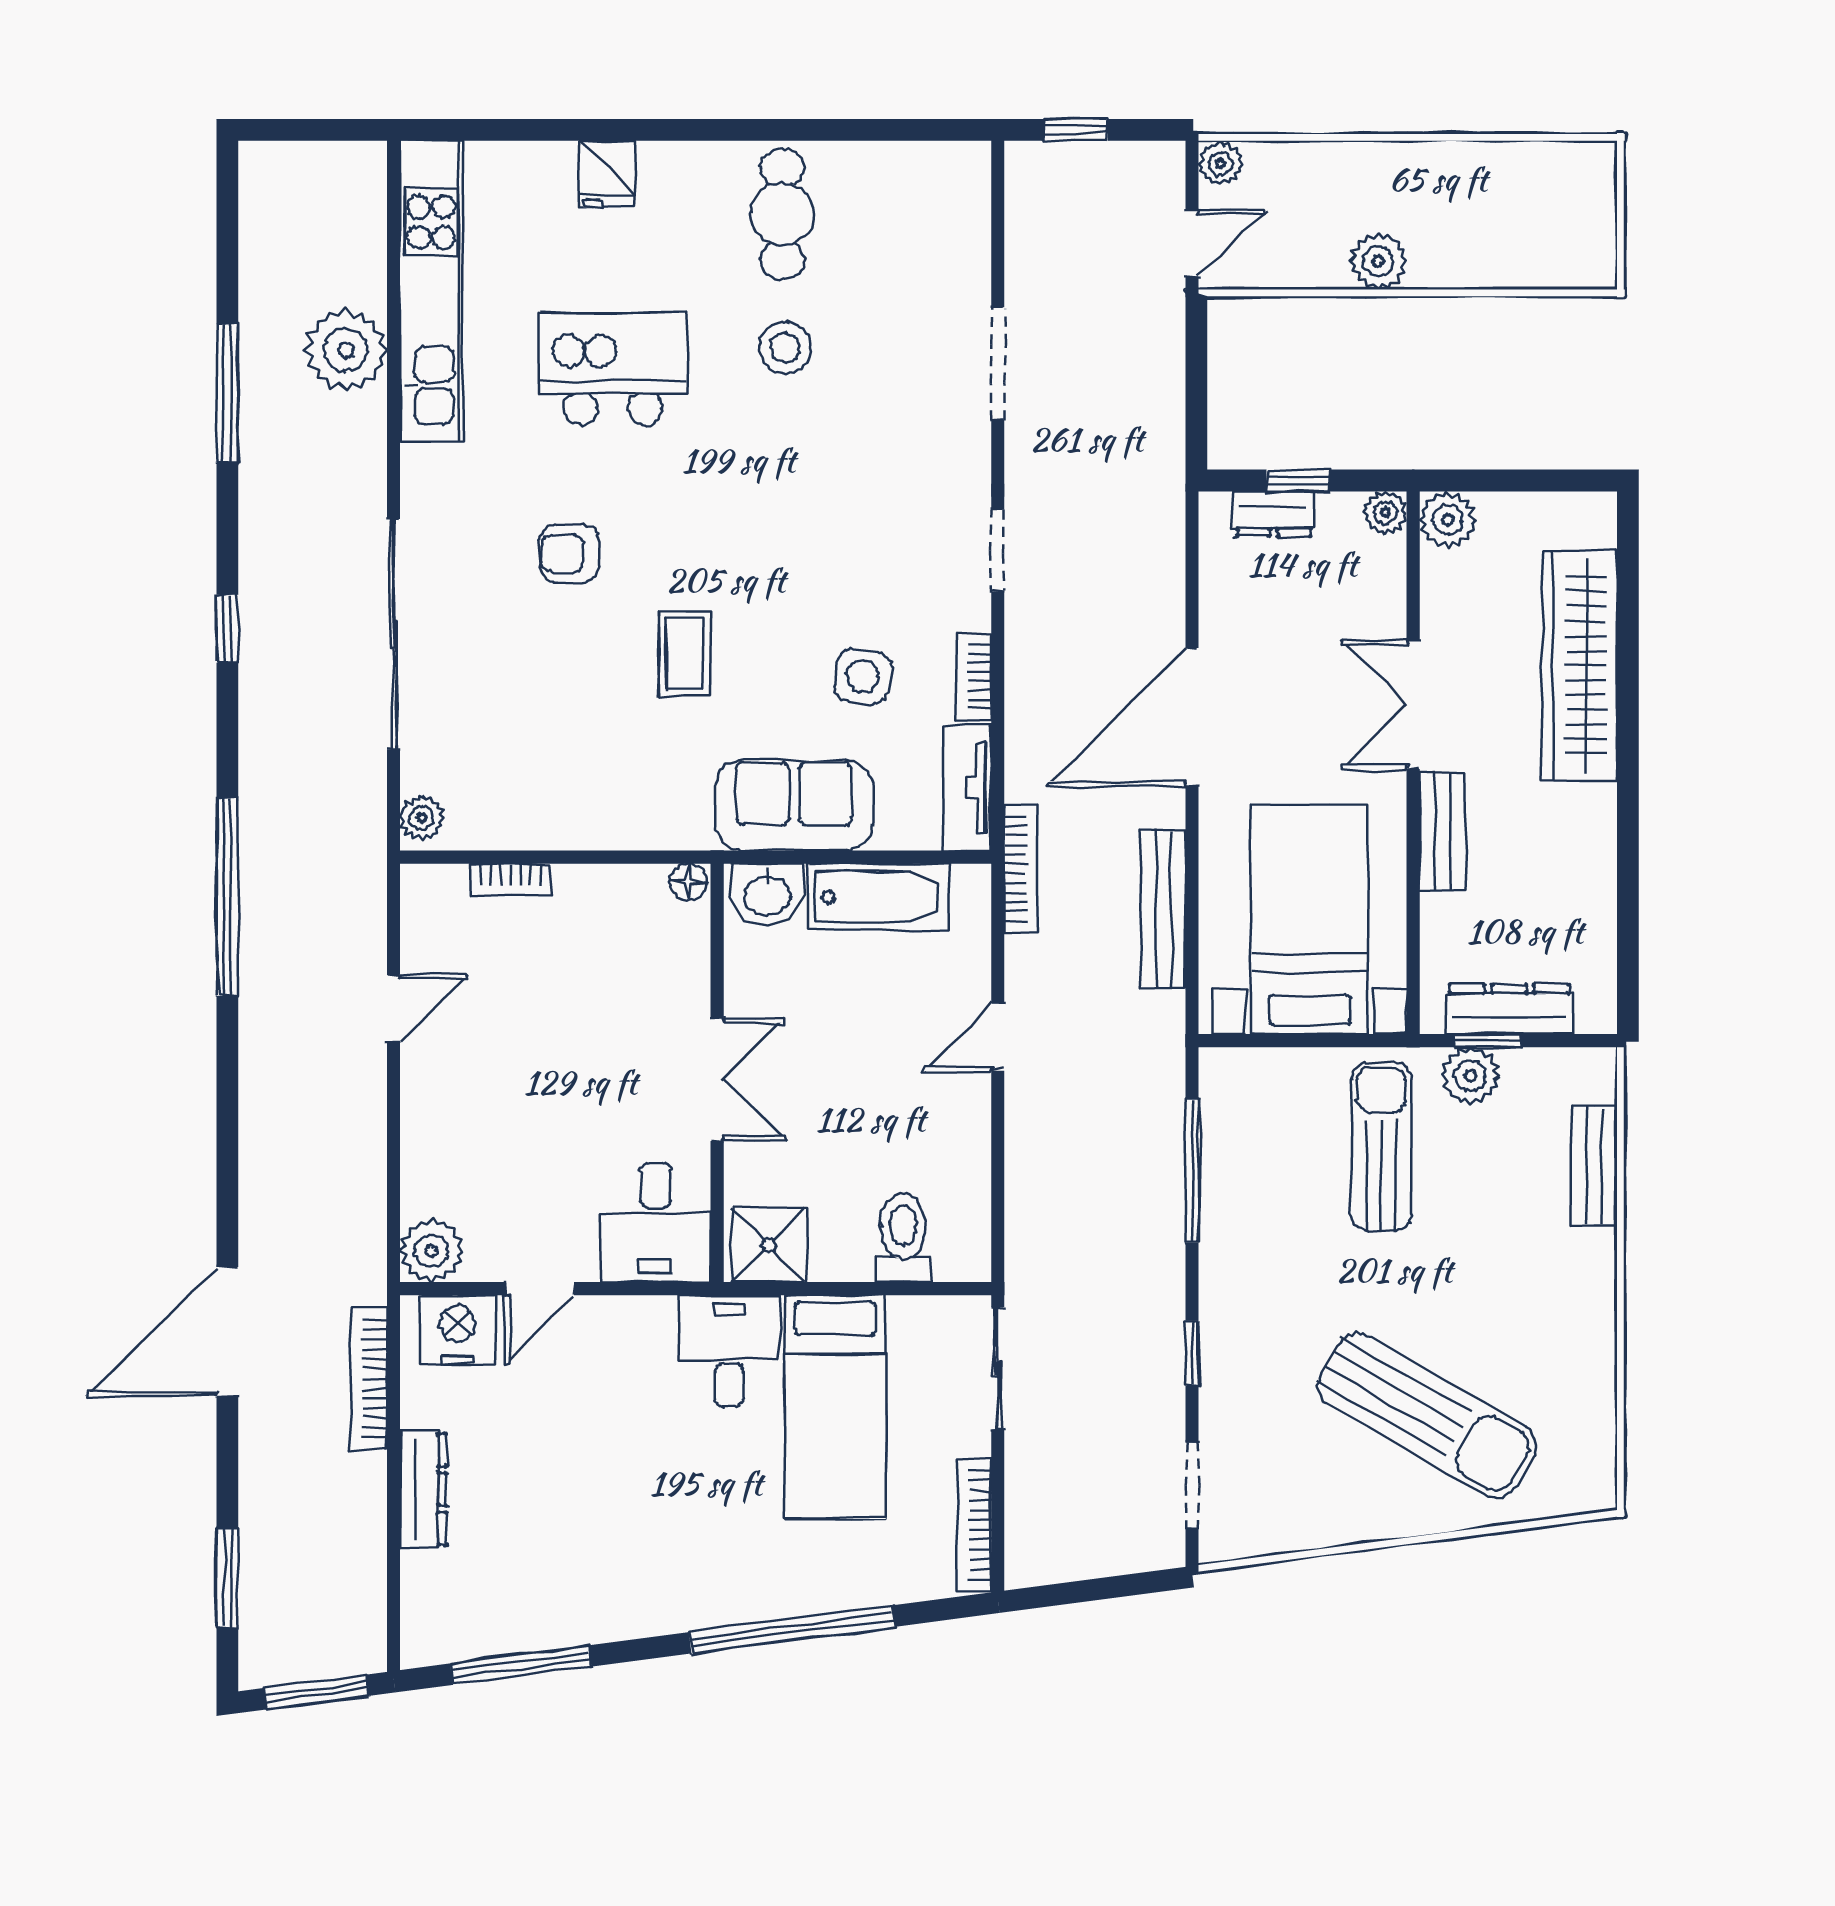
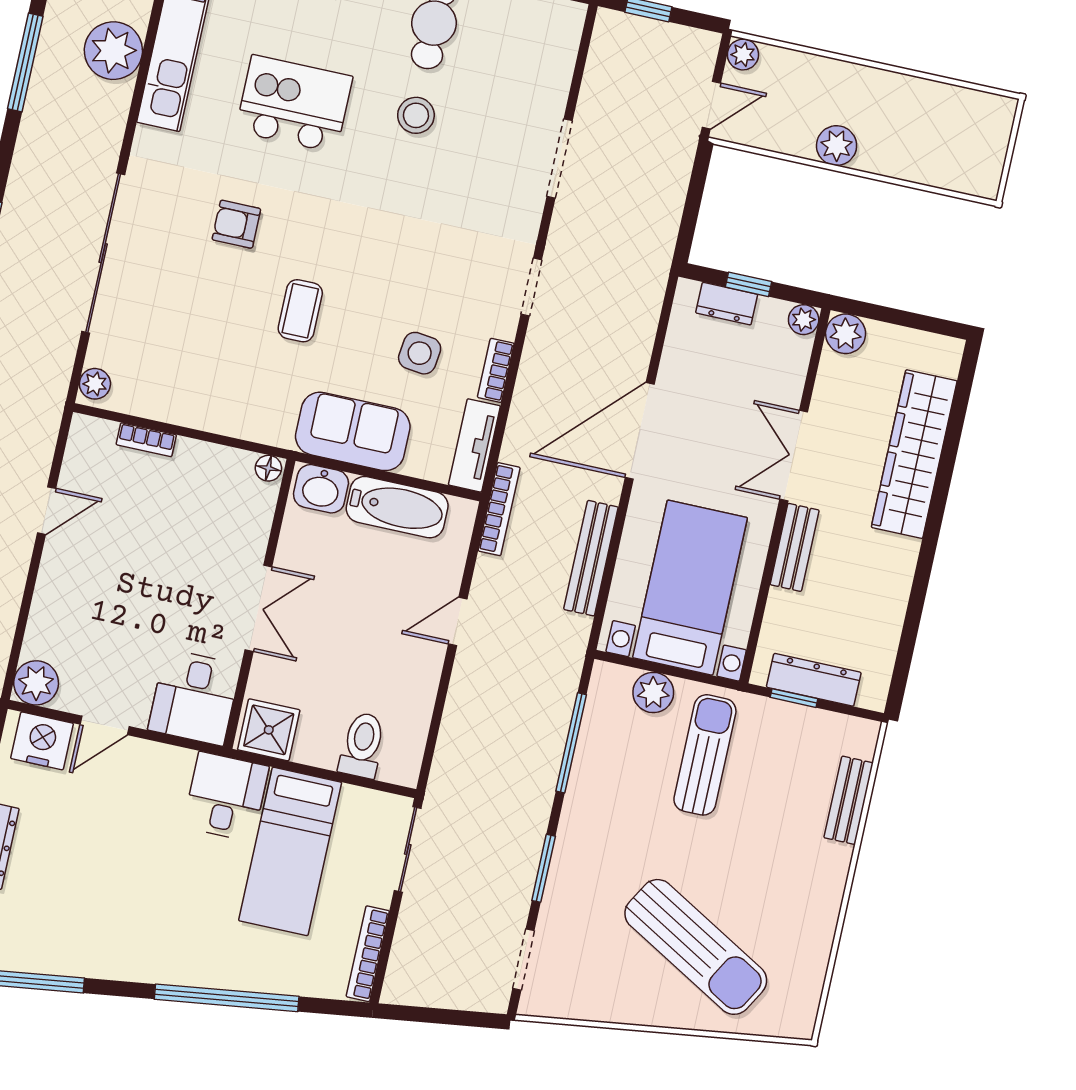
plant: (1470, 1076) -> (653, 692), moved
window: (1192, 1353) -> (544, 868), width x1.50

